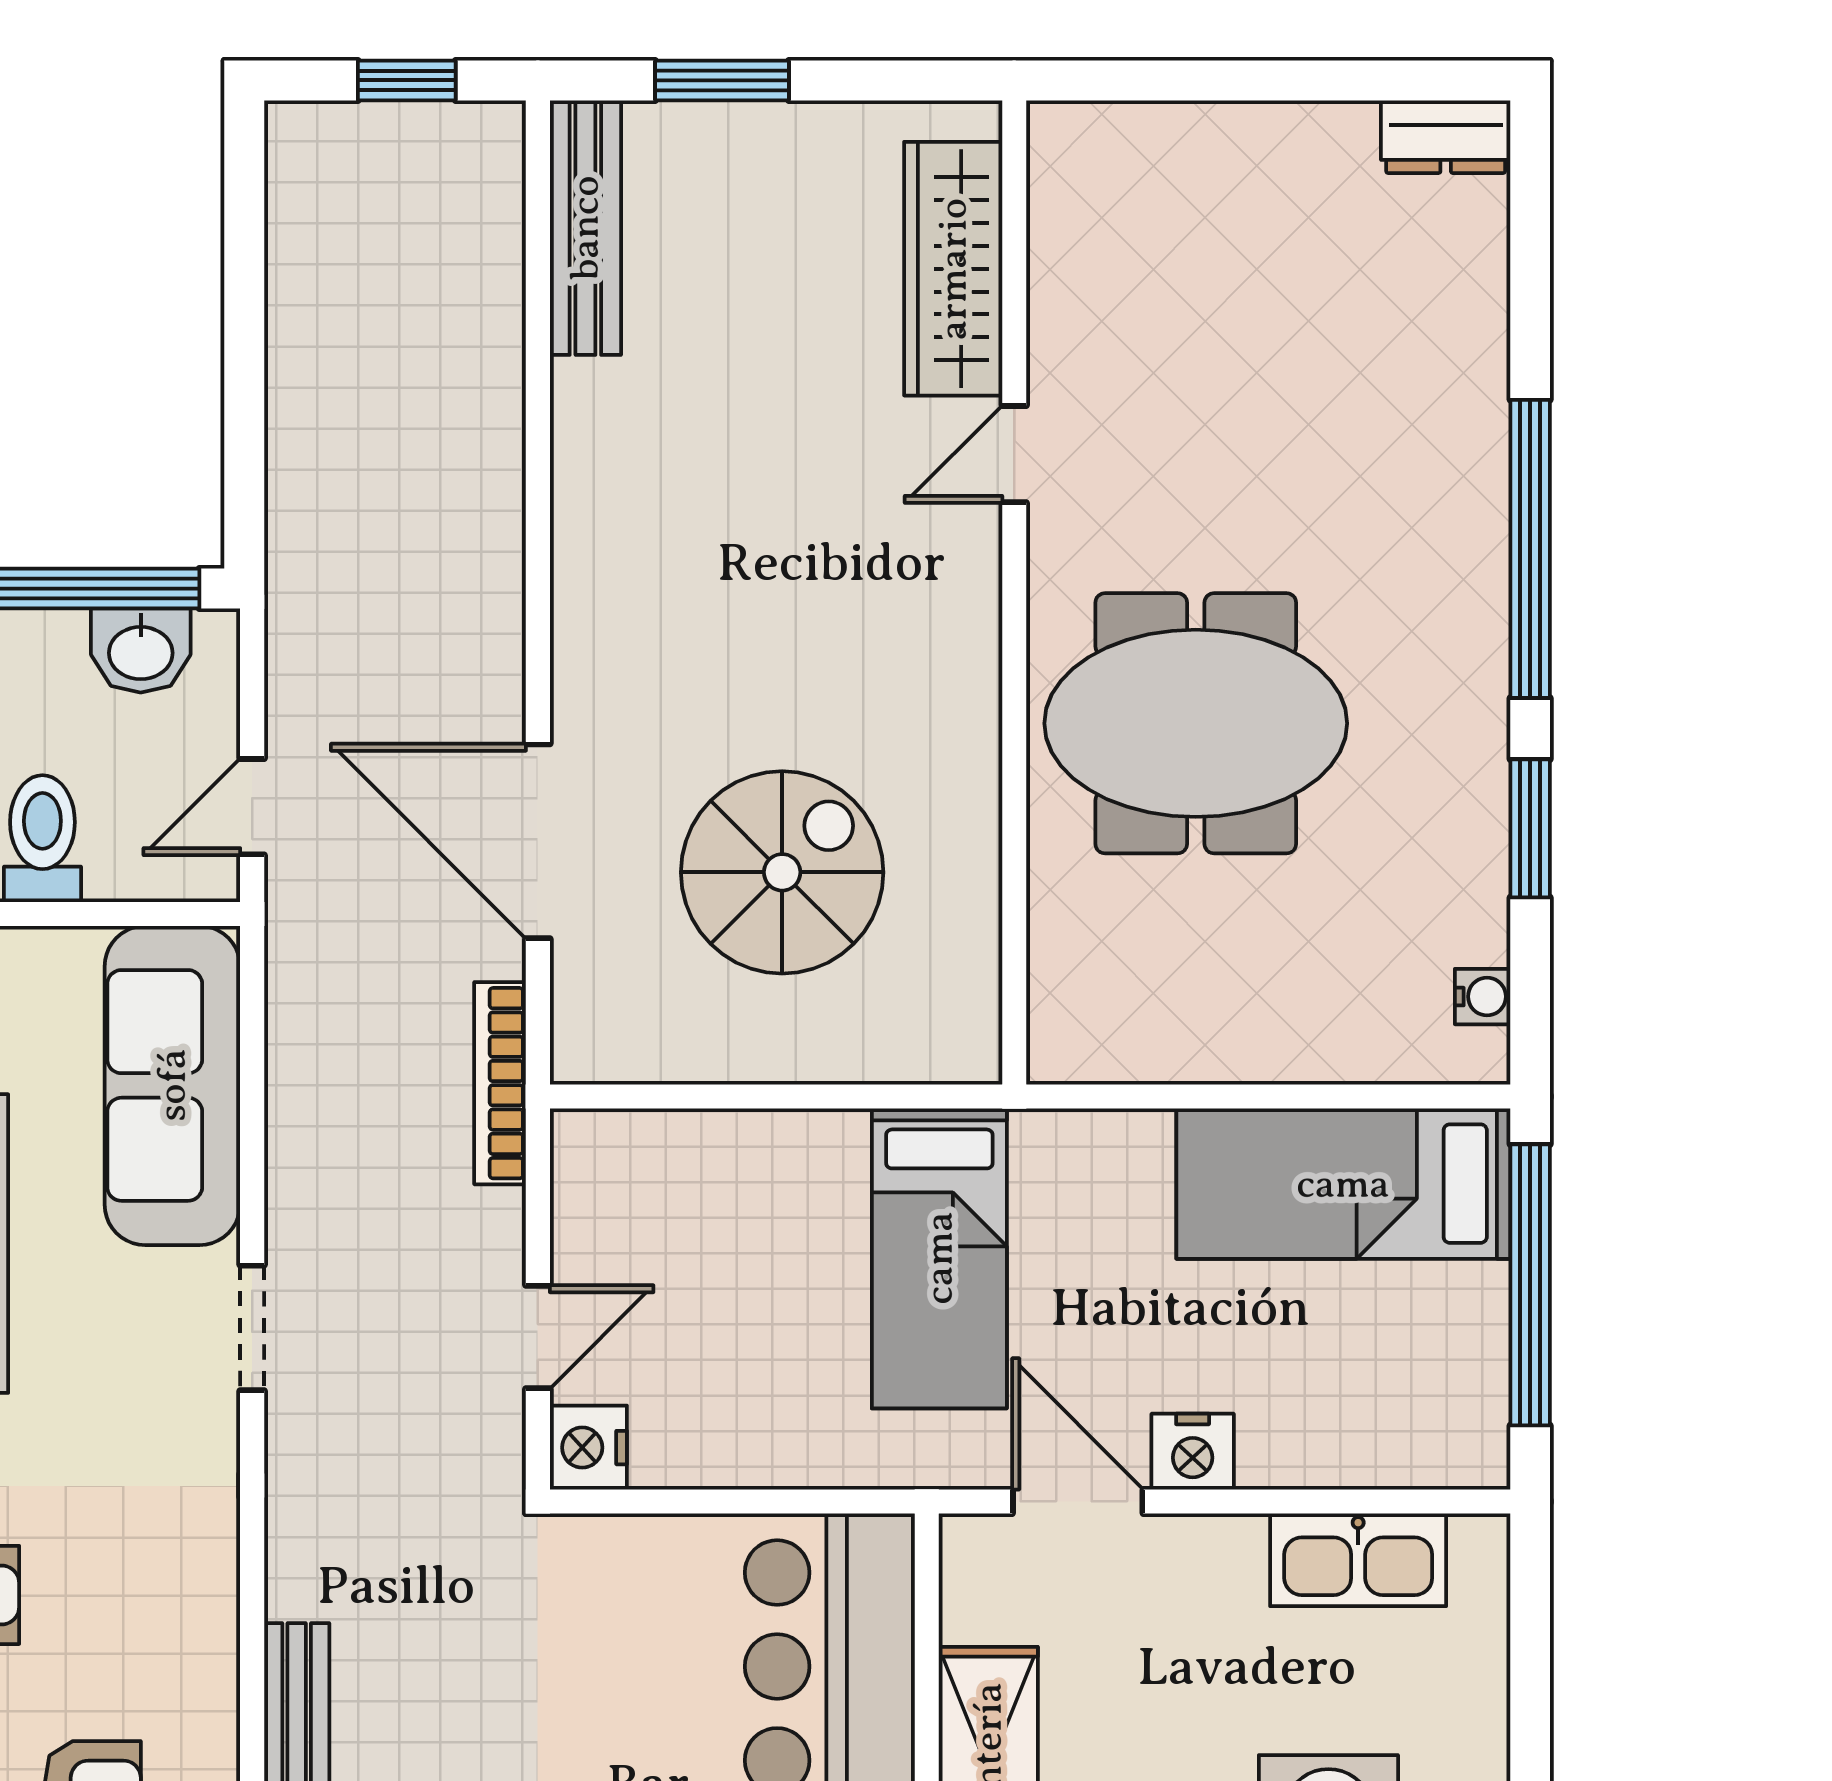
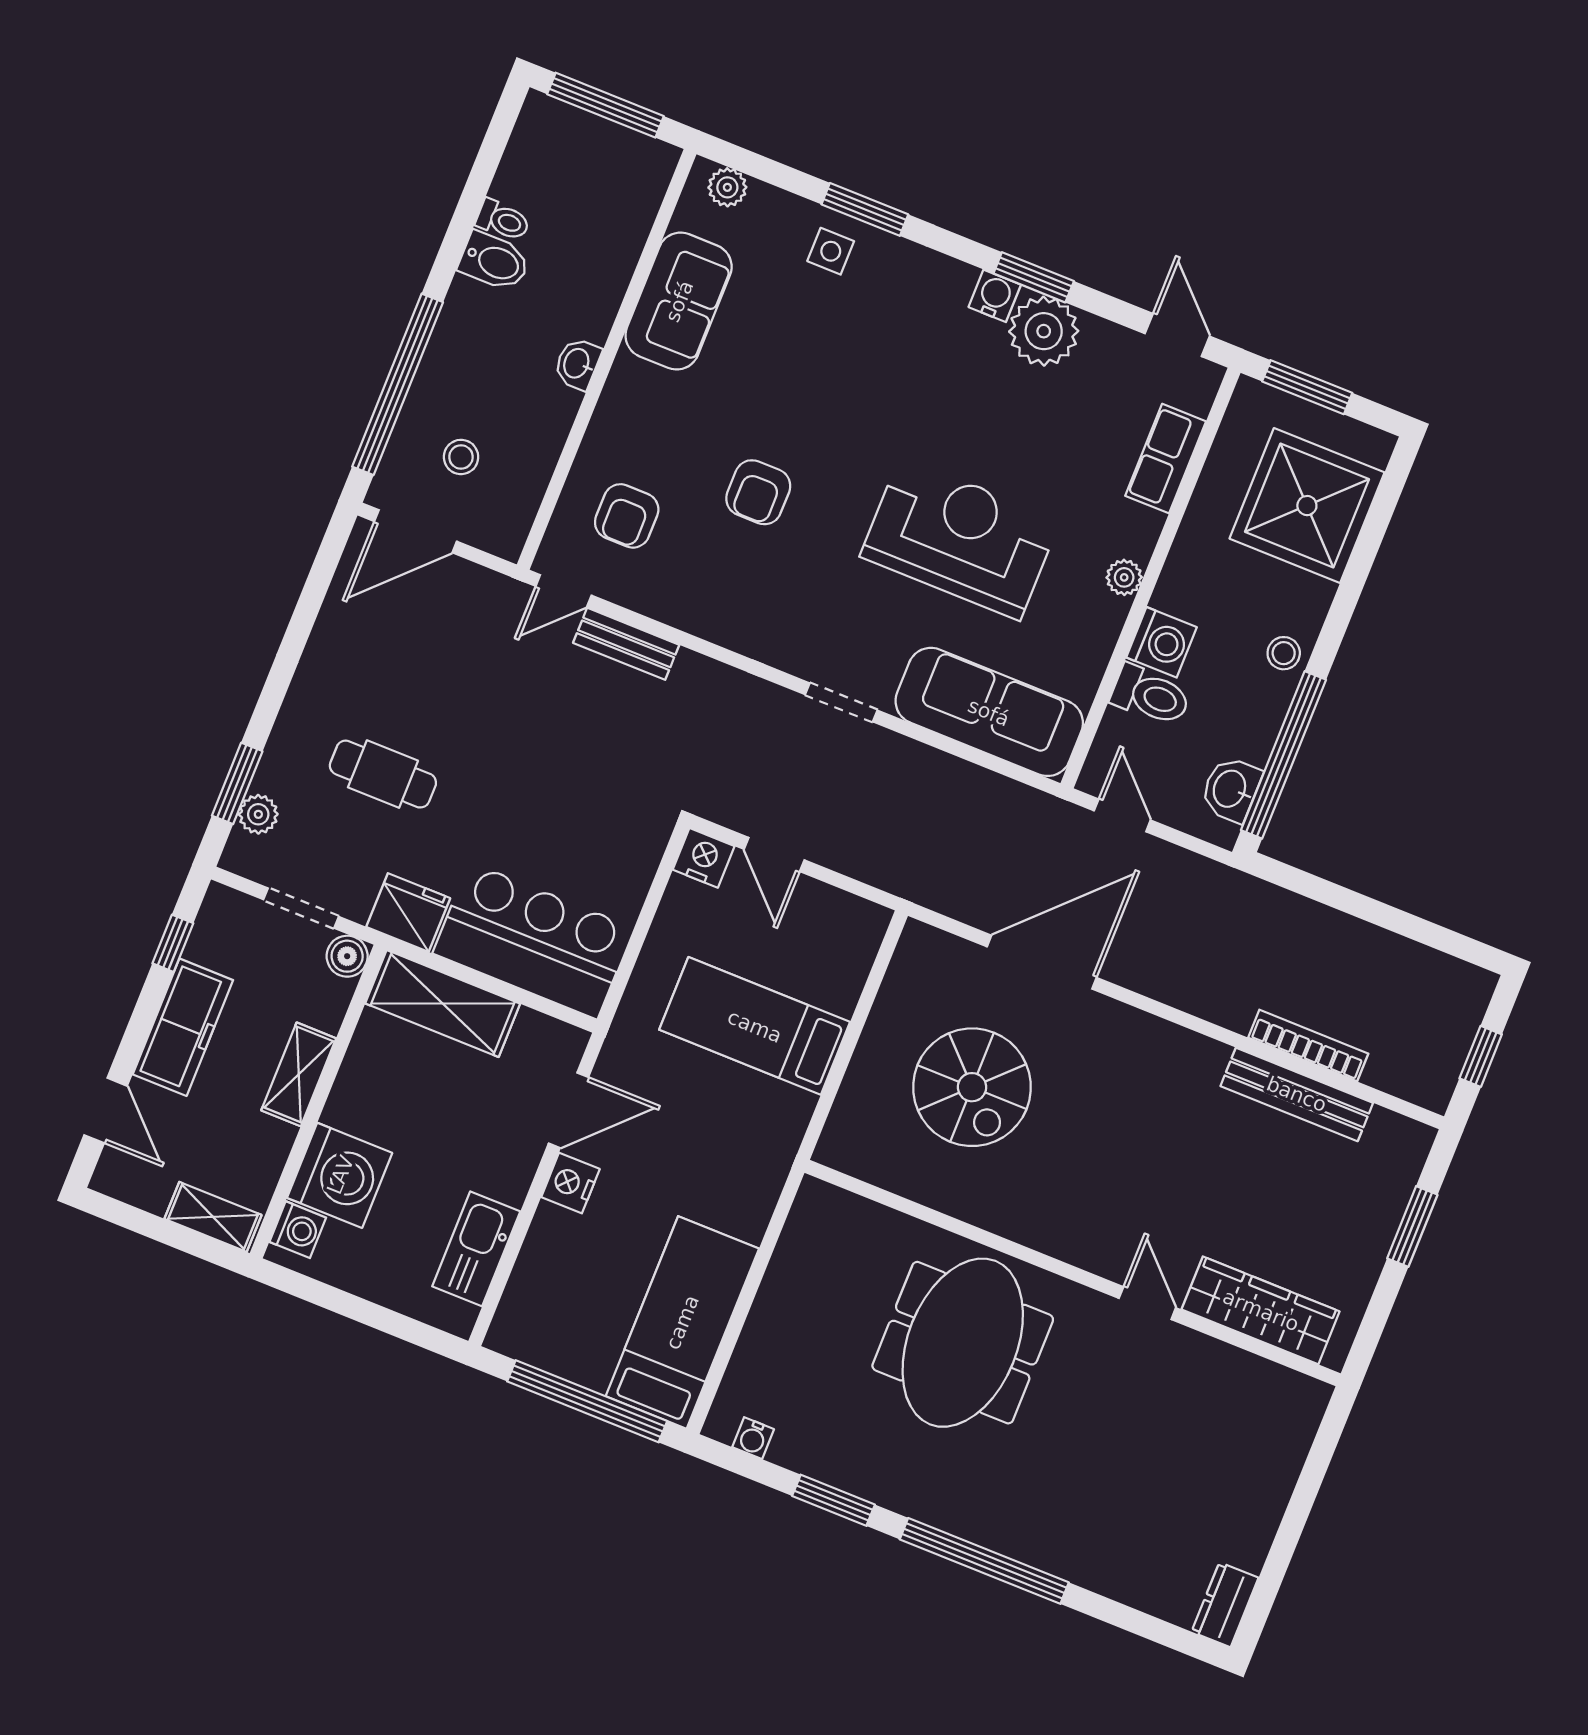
bench: (585, 228) -> (1297, 1094), moved
bookcase: (500, 1083) -> (1308, 1046), moved
bed: (939, 1258) -> (755, 1026), moved

